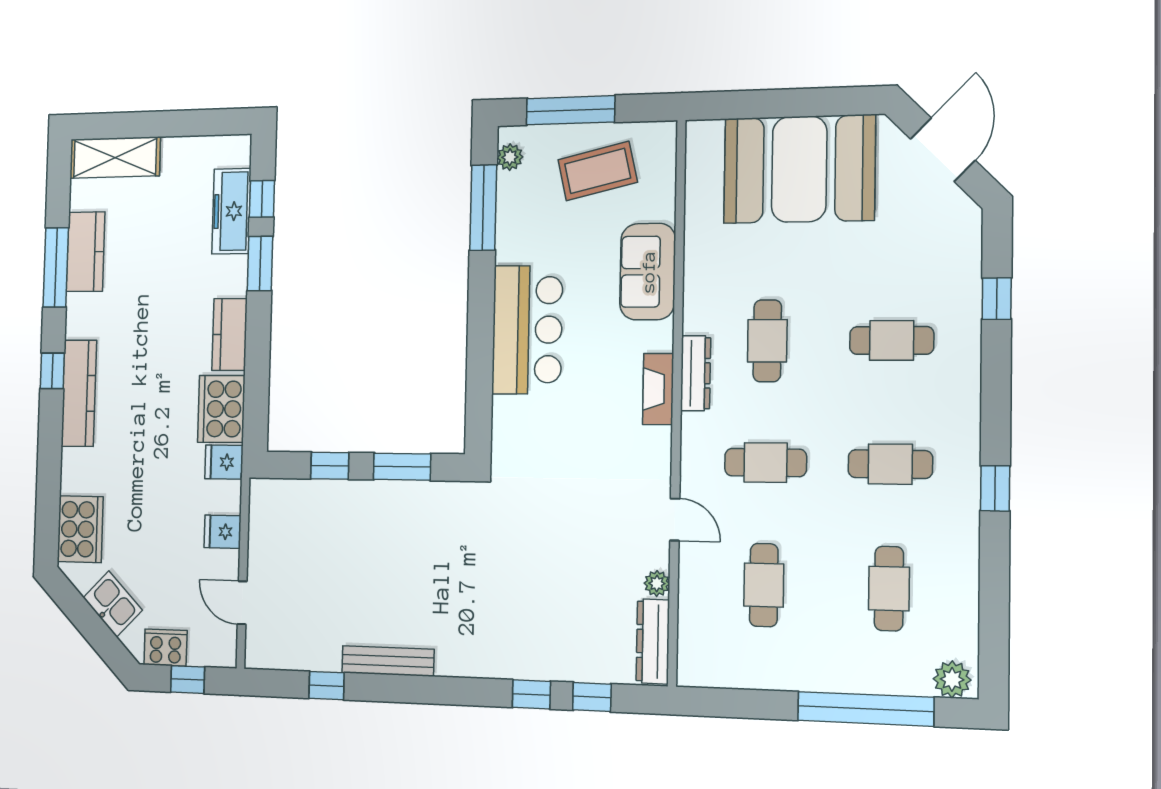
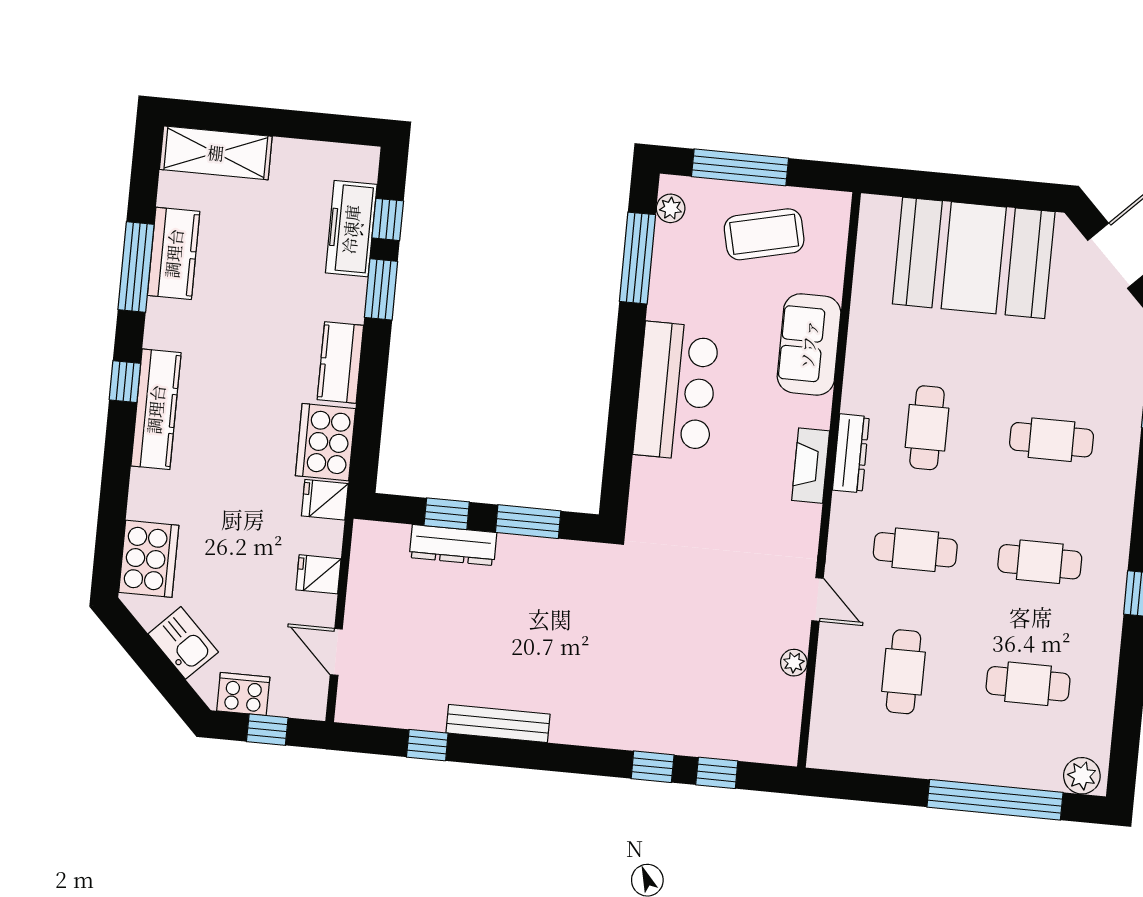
cafe table: (889, 589) -> (1028, 684), turned 90
dresser: (653, 641) -> (453, 545), moved, turned -90

